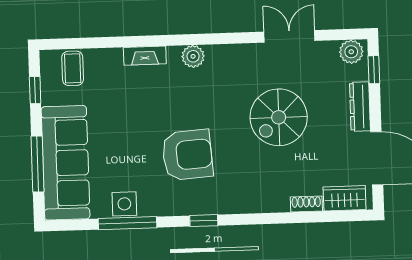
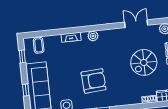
spiral stairs: (279, 117) -> (144, 62), moved
window: (38, 164) -> (26, 90), width x0.46

